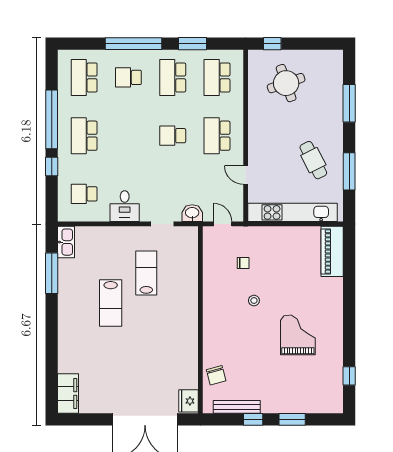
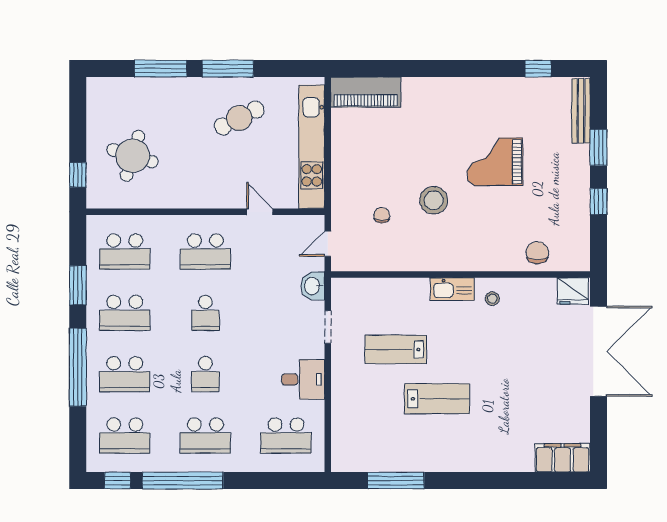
school desk: (128, 77) -> (125, 374), width x1.85
round table: (286, 83) -> (133, 156), turned 36
school desk: (128, 136) -> (205, 374), added
window: (52, 166) -> (117, 480), moved
window: (349, 171) -> (228, 69), moved
door: (246, 175) -> (260, 212), swing flipped
school desk: (84, 194) -> (286, 436), width x1.85
kitchen sink: (66, 242) -> (452, 289), moved, turned 180
stool: (254, 301) -> (434, 200), width x1.89, depth x1.89
grand piano: (298, 335) -> (495, 162), moved
stool: (183, 343) -> (492, 299), added
chair: (216, 375) -> (537, 253), turned -75
bench: (237, 407) -> (581, 111), moved

